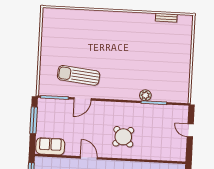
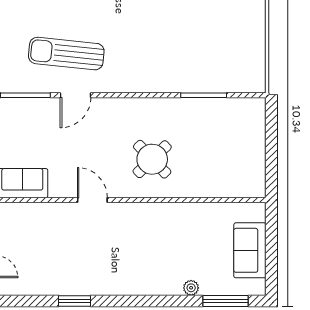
plant: (145, 95) -> (188, 83), removed
door: (190, 130) -> (271, 142), removed

